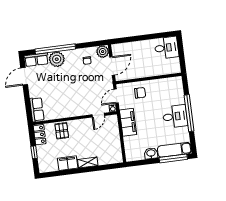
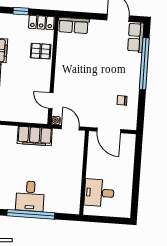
desk: (166, 48) -> (99, 193), moved, turned 90
plant: (103, 52) -> (129, 122), removed
plant: (57, 59) -> (131, 63), removed
chair: (140, 93) -> (68, 158), removed

